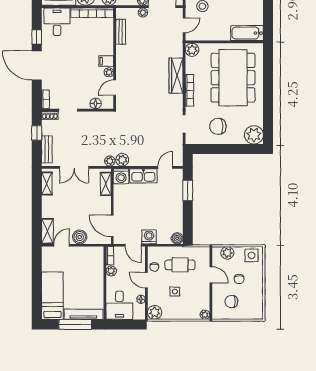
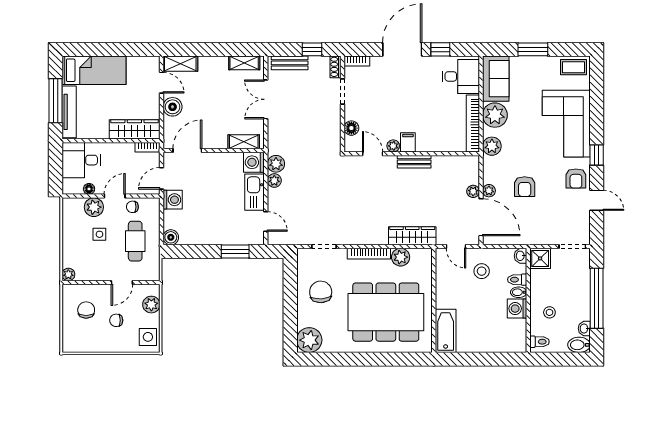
bench: (121, 32) -> (414, 162), moved
plant: (192, 50) -> (401, 257), moved
wardrobe: (176, 76) -> (412, 236), moved
plant: (110, 161) -> (274, 181), moved
wardrobe: (97, 265) -> (134, 129), added
plant: (111, 271) -> (127, 149), removed
plant: (155, 312) -> (94, 207), moved

